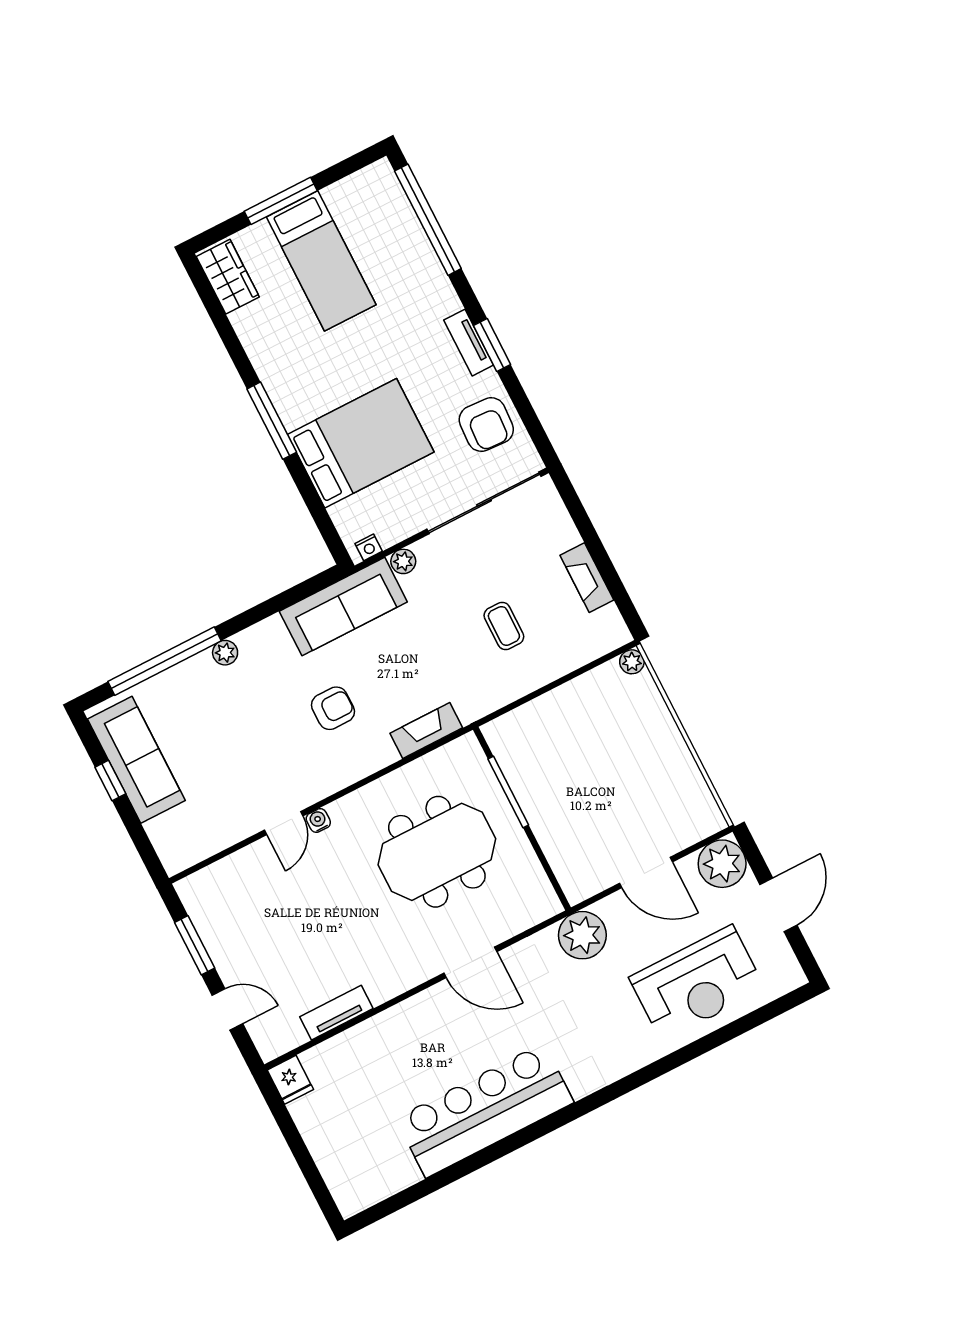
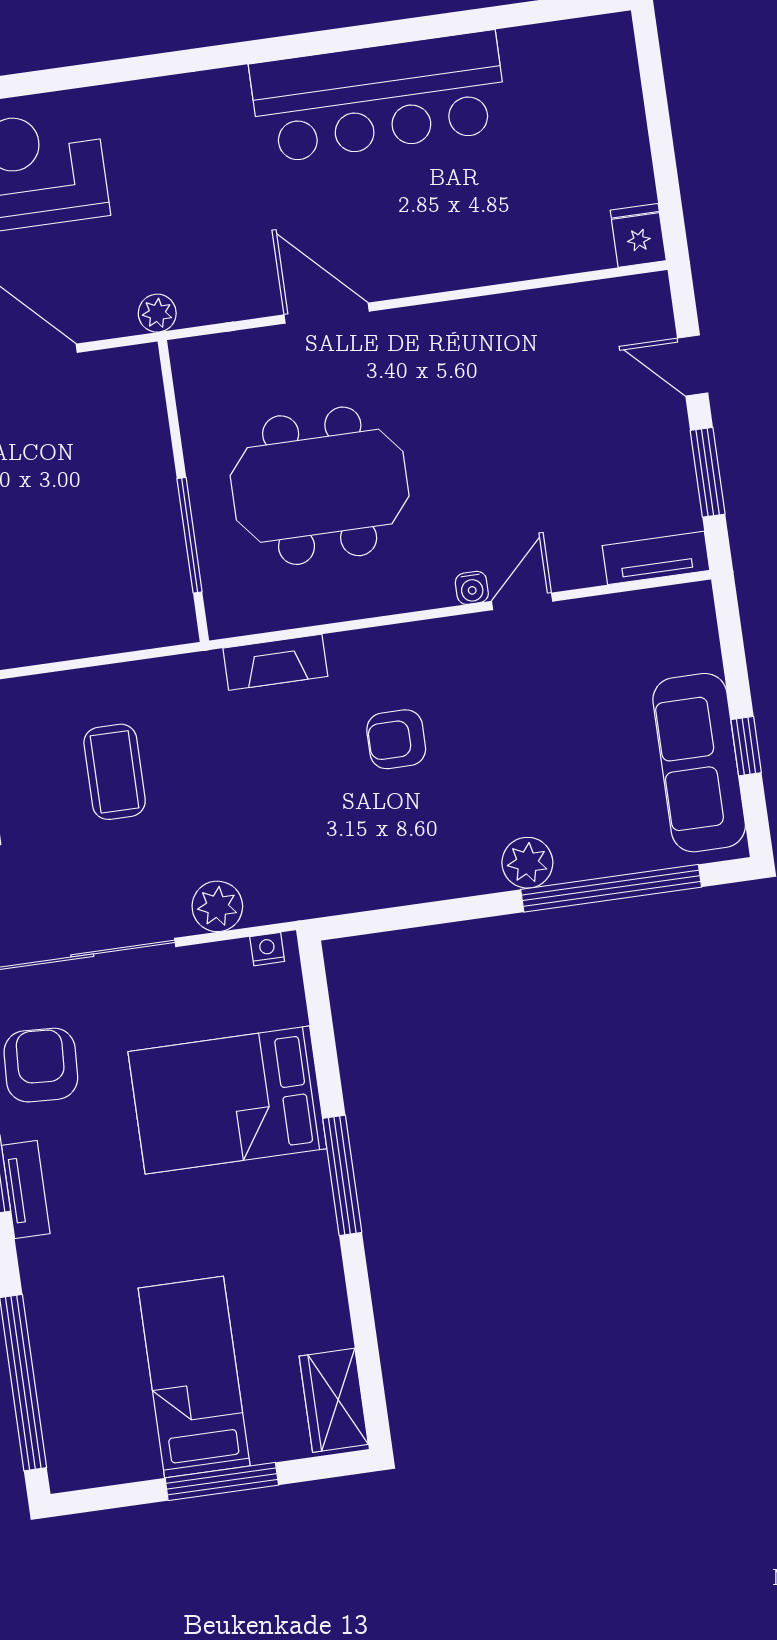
plant: (403, 561) -> (217, 906), width x1.38, depth x1.38
sofa: (343, 607) -> (332, 878), removed
coffee table: (504, 626) -> (115, 772), width x1.36, depth x1.30
plant: (225, 653) -> (527, 863), width x1.38, depth x1.38
plant: (582, 935) -> (157, 313), width x0.53, depth x0.53
tv unit: (336, 1013) -> (656, 558), moved, turned 180

